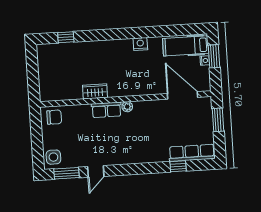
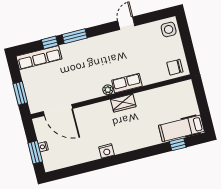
hospital bed: (186, 46) -> (181, 128), moved, turned 180
wardrobe: (95, 91) -> (123, 103), moved
window: (67, 173) -> (75, 36), moved

